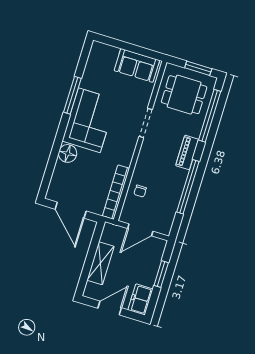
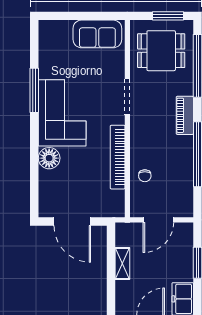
bookcase: (116, 192) -> (118, 157), moved
shelving: (100, 263) -> (122, 264), width x0.67, depth x0.75

